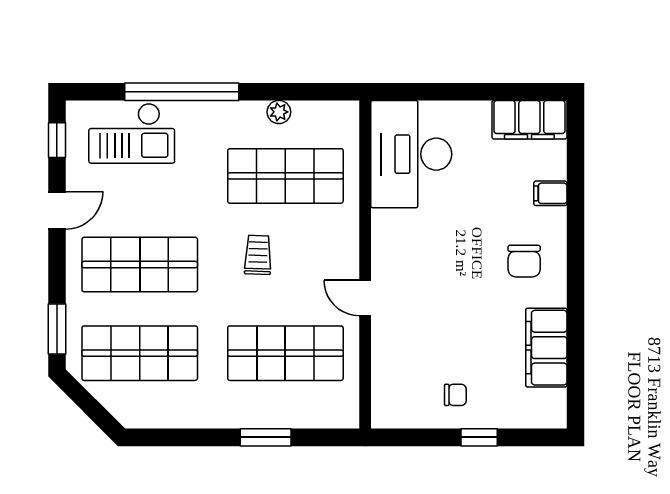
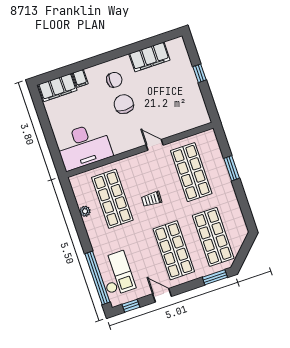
window: (182, 92) -> (97, 278), moved
filing cabinet: (529, 120) -> (58, 87), moved, turned 90
door: (365, 298) -> (155, 145), swing flipped
chair: (455, 395) -> (124, 104), moved, width x1.87, depth x1.87

